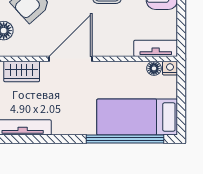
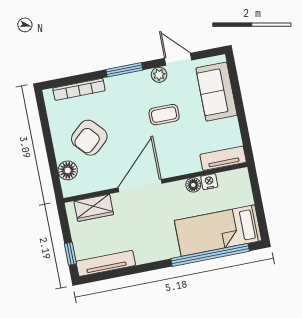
floor lamp: (154, 68) -> (193, 185), moved
nightstand: (170, 68) -> (209, 182), moved

